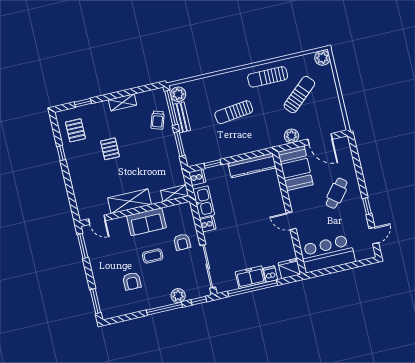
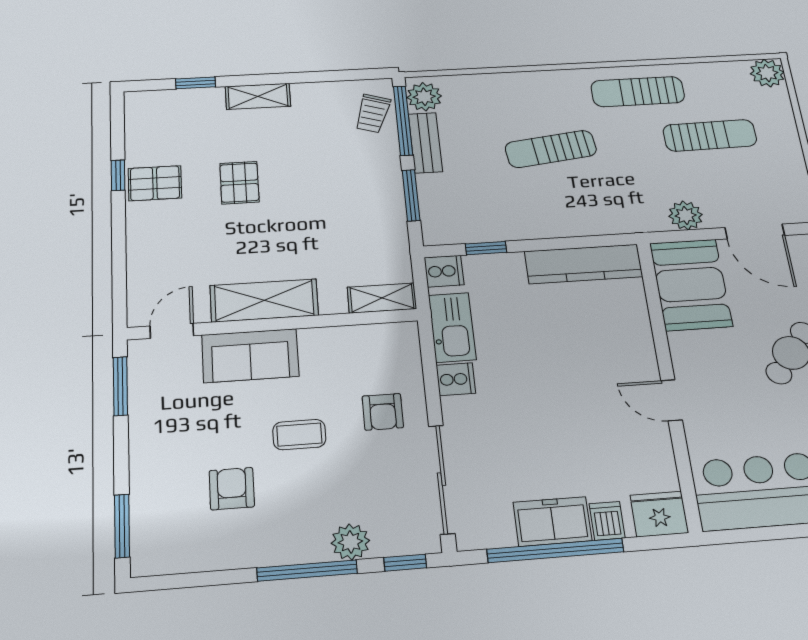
sun lounger: (299, 95) -> (710, 135), turned 41
shelving: (122, 102) -> (258, 96), moved
trolley: (158, 120) -> (373, 114), moved
pallet: (75, 130) -> (155, 183), moved, turned 90
door: (97, 220) -> (172, 331), swing flipped
sofa: (146, 222) -> (250, 356), moved
armchair: (132, 281) -> (232, 489), turned 180

